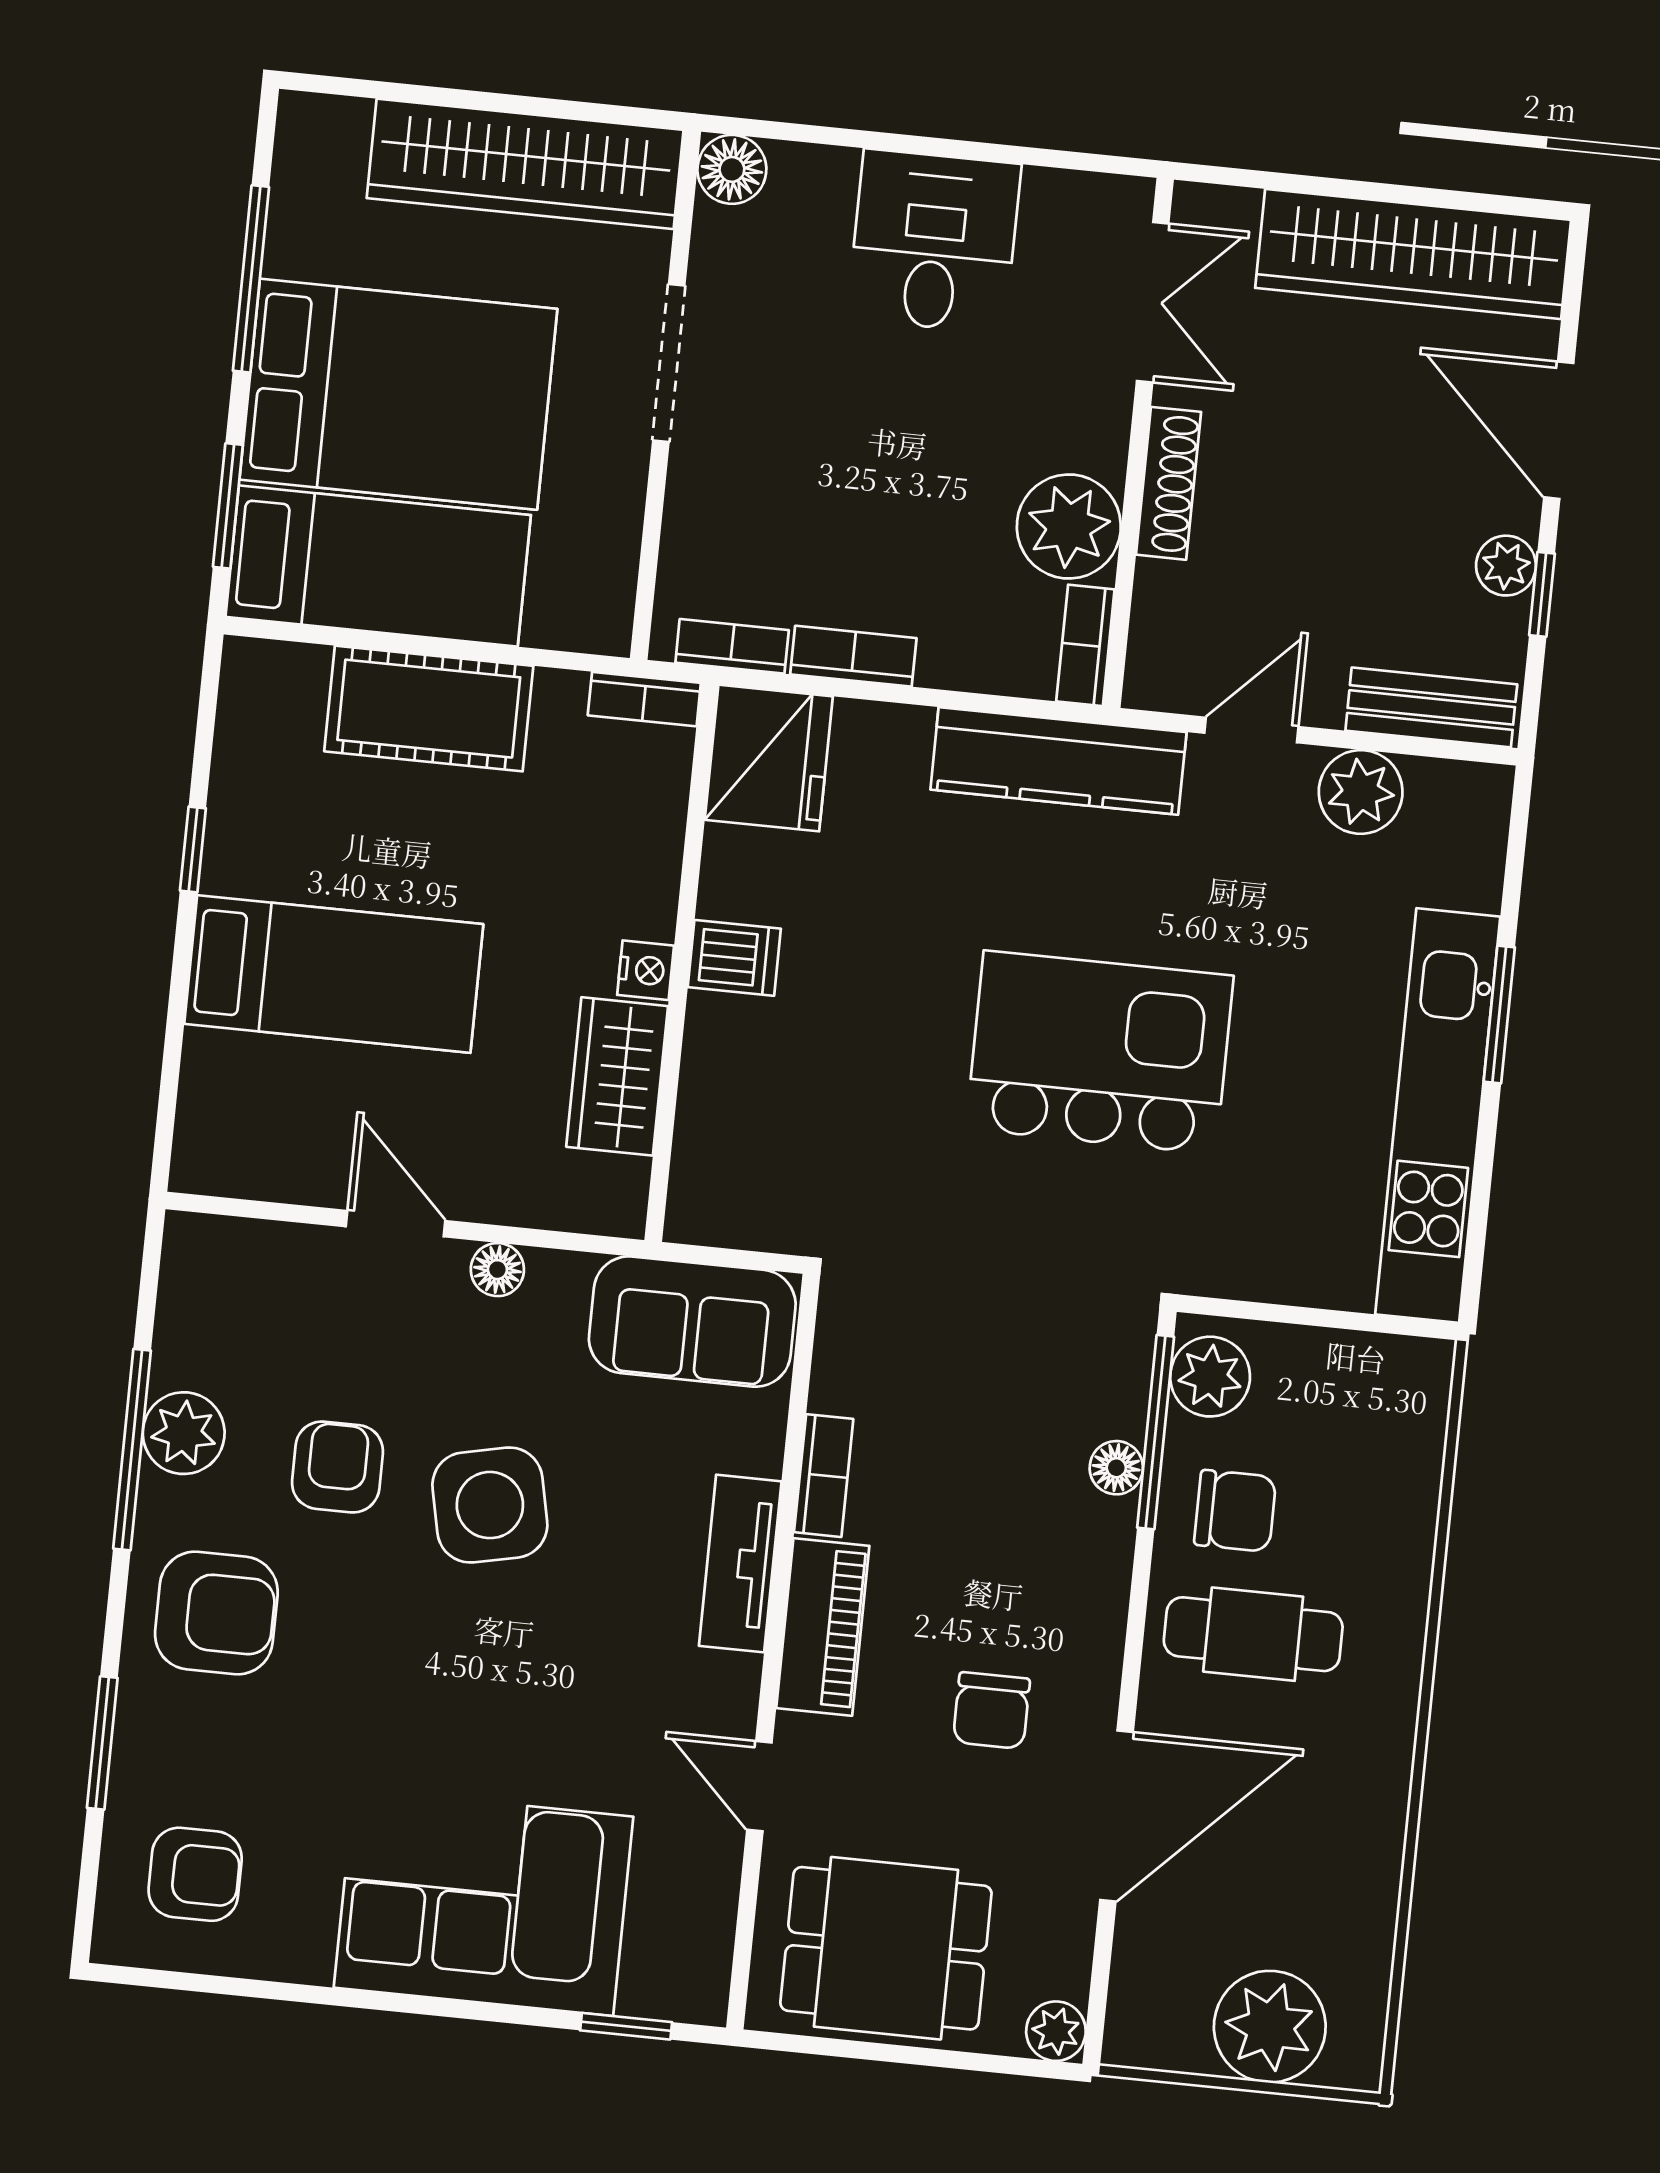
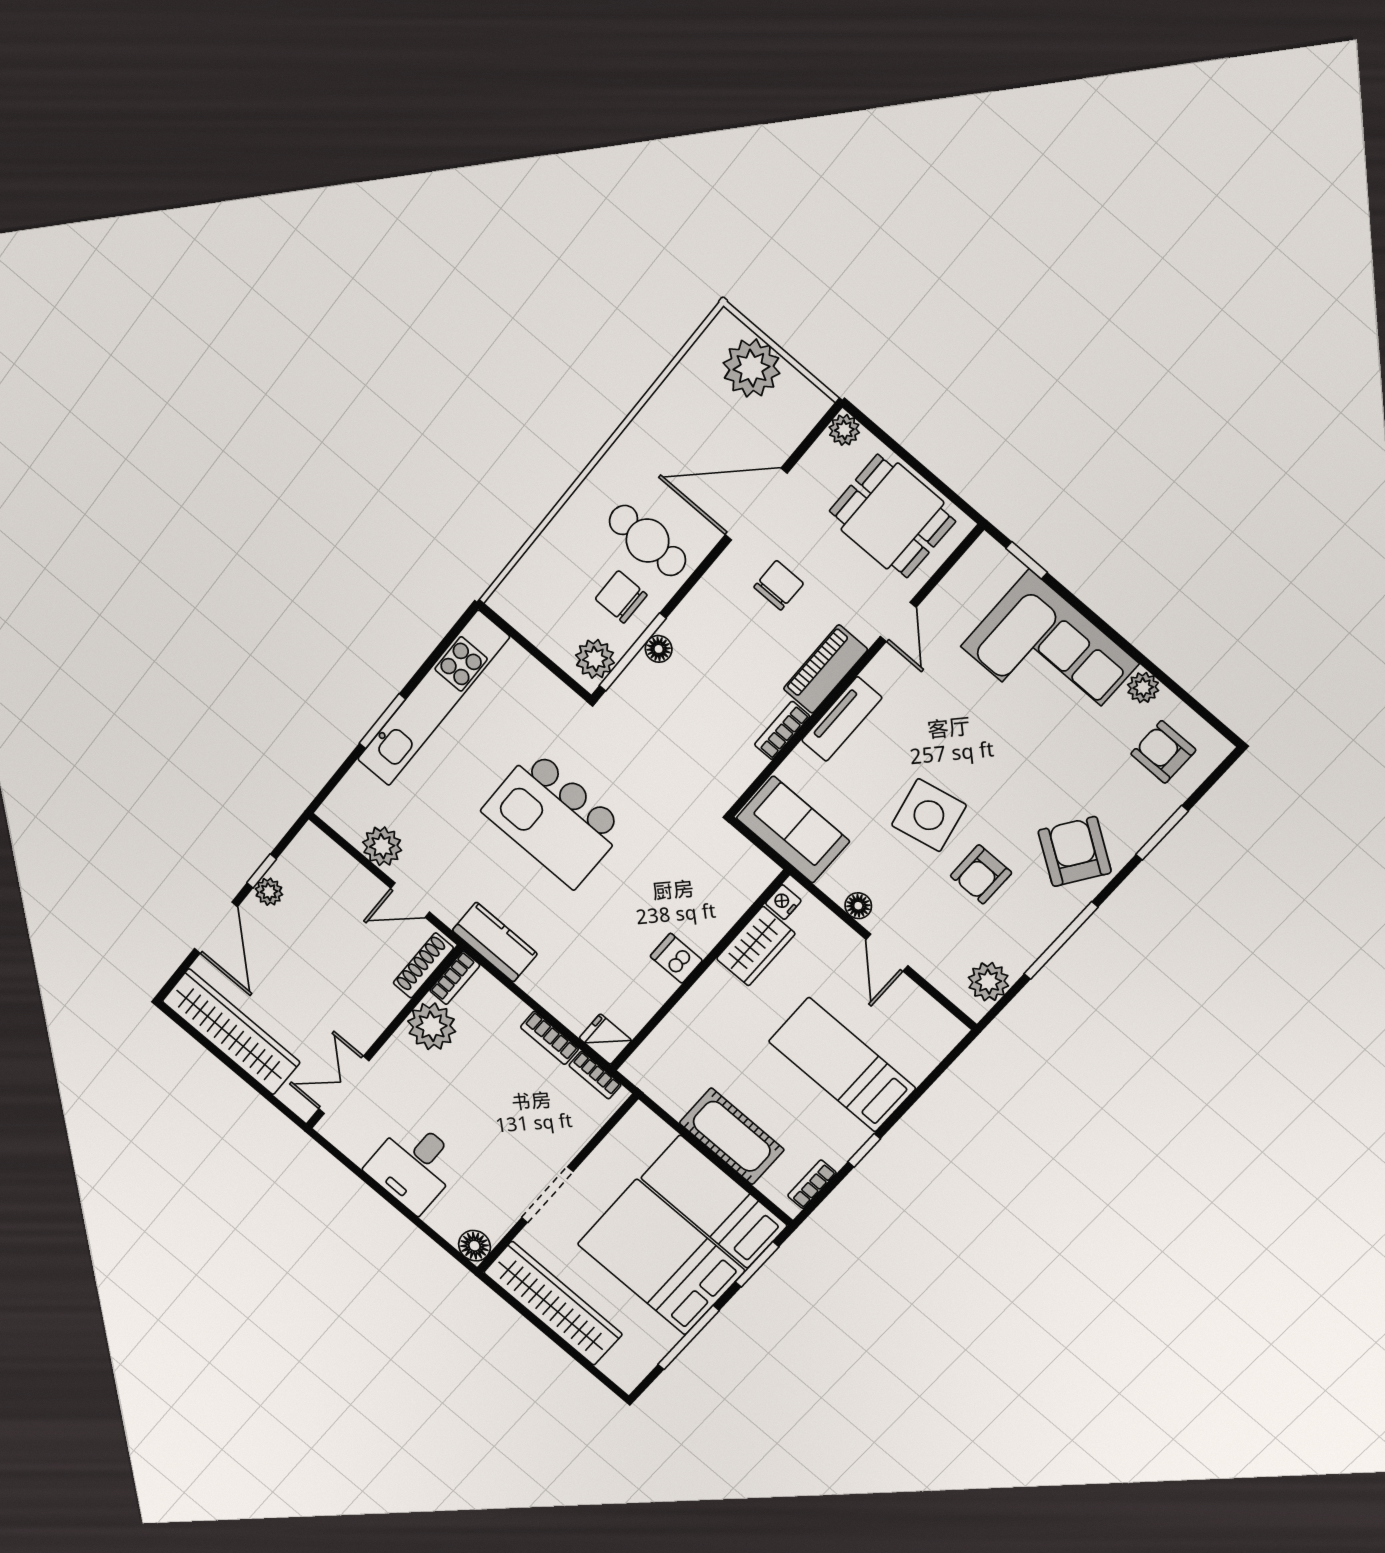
shoe rack: (1169, 483) -> (423, 965), moved
bookcase: (644, 699) -> (812, 1184), moved, turned -90
bench: (1431, 707) -> (333, 859), removed
fridge: (769, 758) -> (605, 1039), width x0.53, depth x0.75
kitchen counter: (1058, 761) -> (495, 942), width x0.67
nightstand: (646, 970) -> (783, 902), moved
plant: (184, 1433) -> (988, 982), moved
armchair: (216, 1613) -> (1075, 852), turned 34
plant: (301, 1954) -> (1143, 688), added

